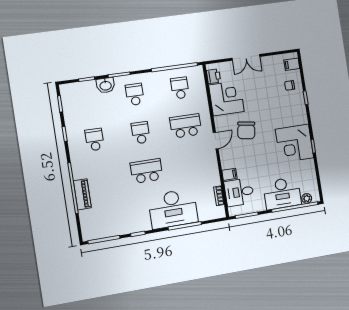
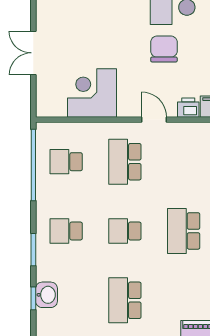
double door: (246, 57) -> (33, 53), swing flipped
printer: (214, 76) -> (188, 108), moved
washbasin: (106, 85) -> (46, 295), moved
chair: (246, 130) -> (164, 49), moved, turned -99
school desk: (95, 140) -> (125, 300), width x1.85

